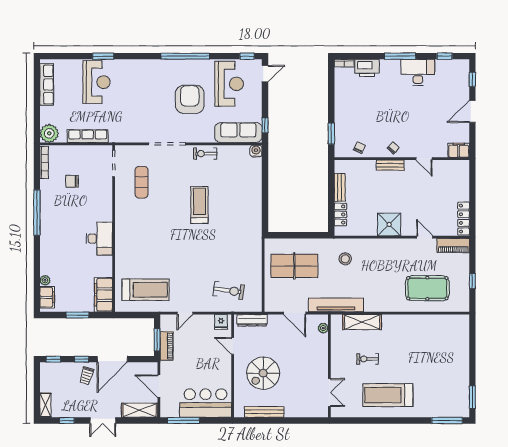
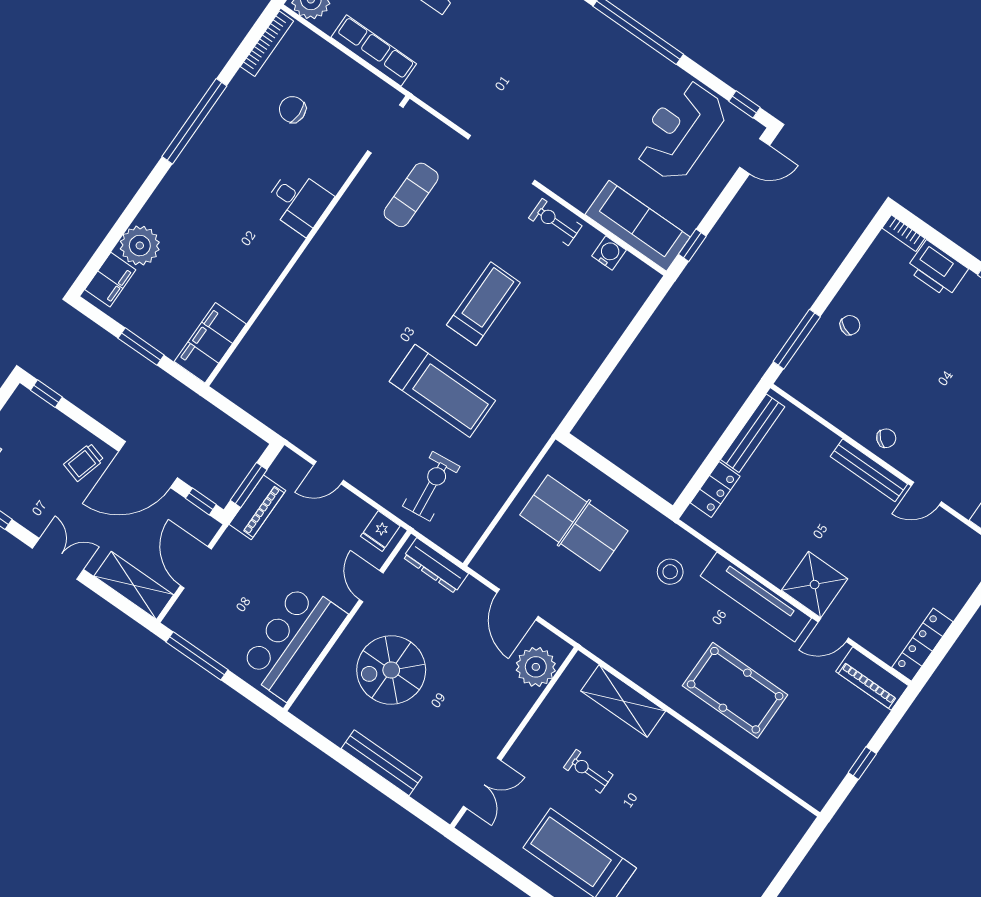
reception desk: (229, 84) -> (680, 131), turned 180
armchair: (190, 99) -> (594, 110), removed
window: (331, 134) -> (797, 339), width x1.44
chair: (359, 148) -> (850, 325), moved
water cooler: (256, 151) -> (609, 253), moved
door: (424, 159) -> (926, 494), hinge flipped
bench: (390, 165) -> (869, 470), width x1.36
bench: (340, 187) -> (753, 433), width x1.36
shower: (389, 224) -> (815, 585), moved
door: (425, 237) -> (833, 630), swing flipped
desk: (99, 239) -> (298, 202), moved, width x0.73
plant: (45, 280) -> (140, 246), width x1.88, depth x1.88
pool table: (427, 288) -> (735, 690), moved
treadmill: (146, 290) -> (442, 391), moved
exercise bike: (229, 291) -> (431, 486), turned -104
tv unit: (336, 305) -> (756, 597), moved, turned 180
plant: (323, 328) -> (536, 667), width x1.88, depth x1.88
window: (82, 359) -> (201, 501), moved
bar counter: (206, 403) -> (293, 641), moved, turned -90
bench: (264, 412) -> (382, 763), moved
double door: (103, 421) -> (58, 559), swing flipped

